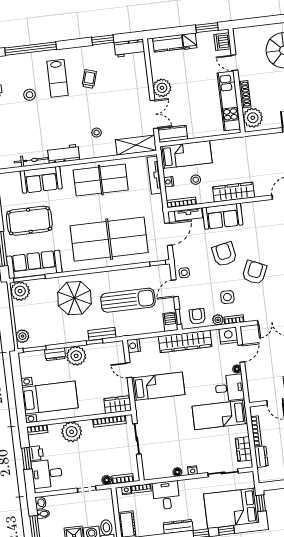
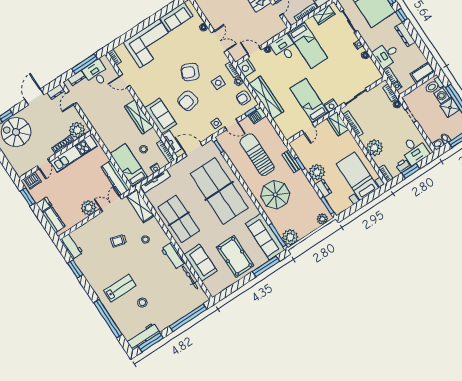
trolley: (89, 79) -> (119, 241), moved
kitchen counter: (173, 134) -> (115, 178), width x1.50
nightstand: (134, 346) -> (331, 106), moved

